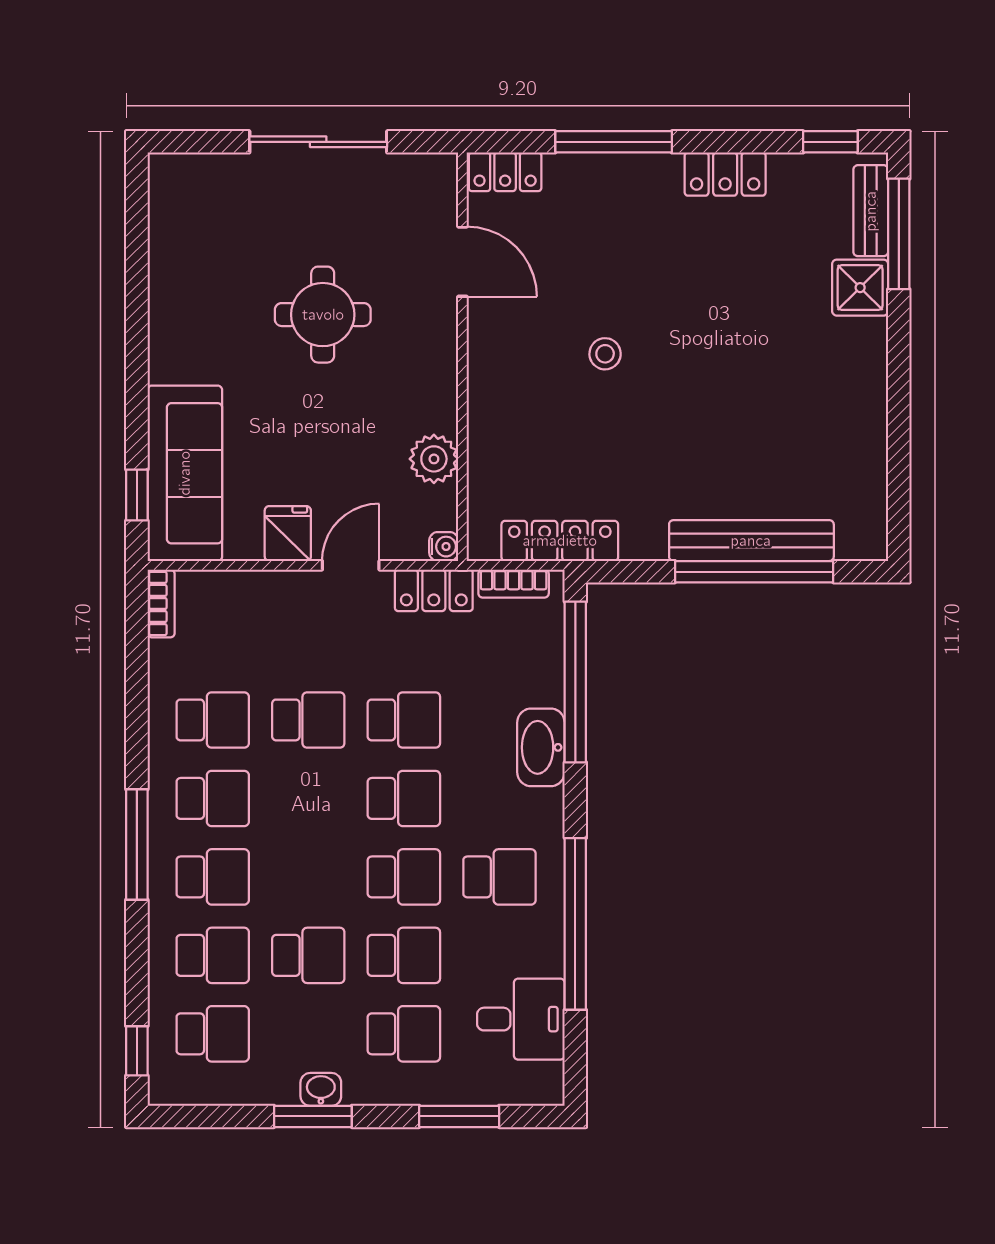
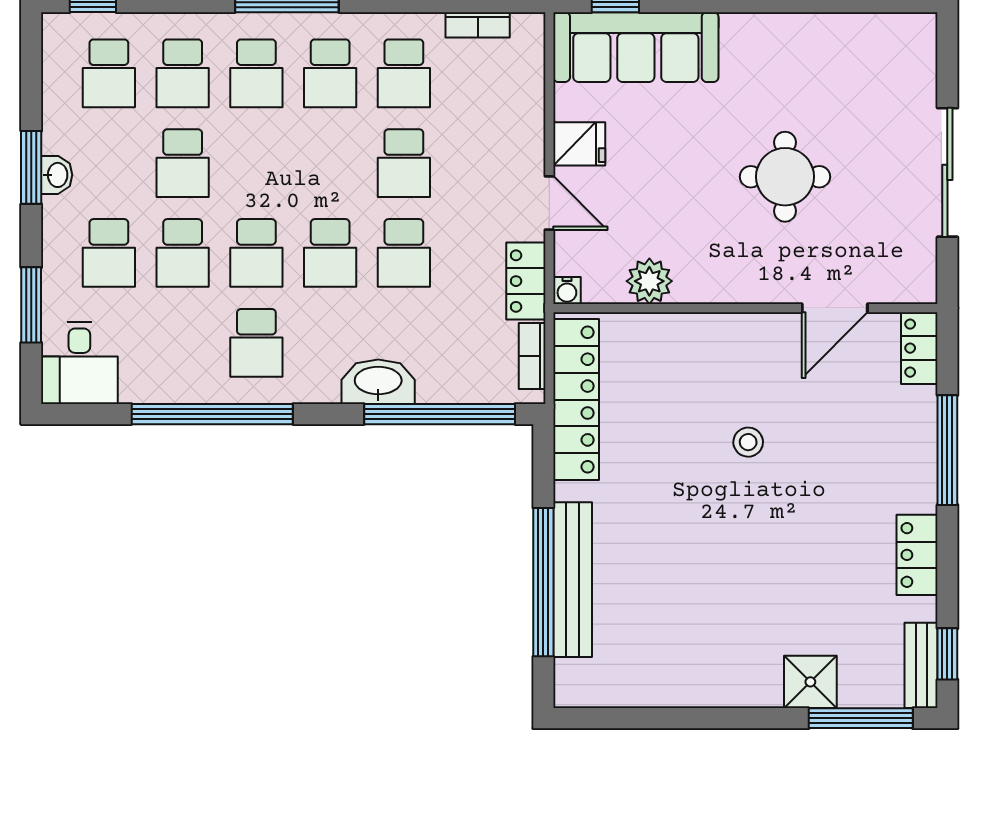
bench: (871, 211) -> (921, 665), moved, turned 90
locker: (560, 541) -> (576, 400), width x1.41, depth x1.21
bookcase: (161, 603) -> (478, 25), moved
desk: (521, 1019) -> (79, 363), moved

